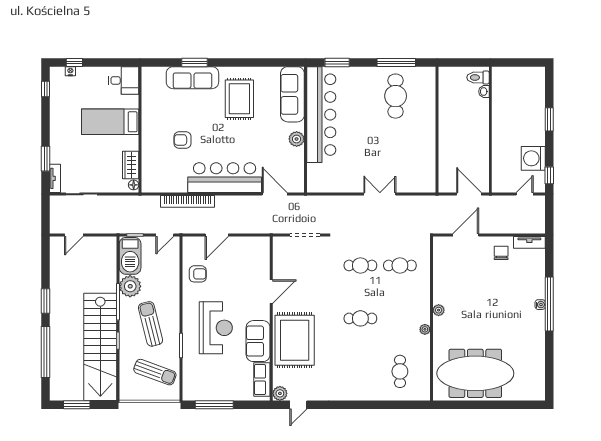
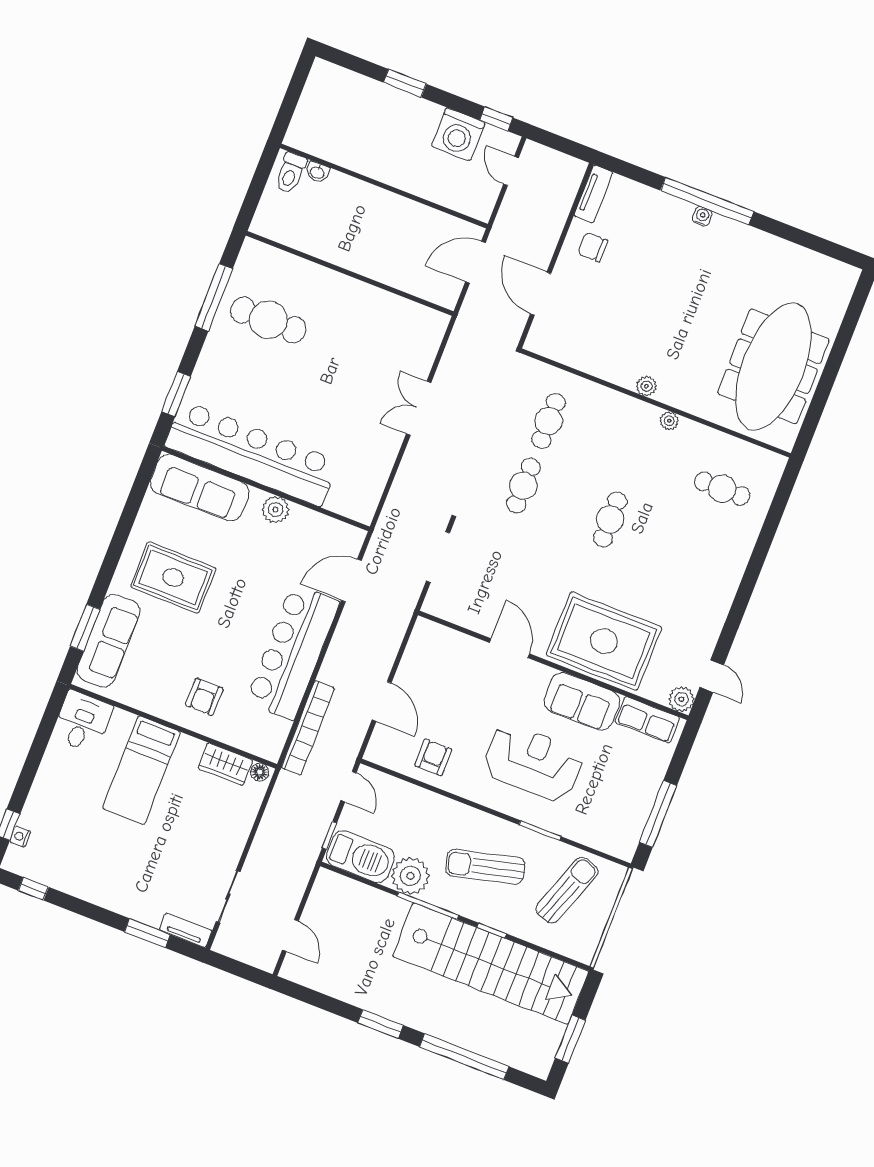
desk: (124, 80) -> (82, 722), moved
bed: (110, 122) -> (141, 770), moved
wall: (140, 130) -> (173, 726), moved
wardrobe: (131, 165) -> (225, 764), moved
floor lamp: (134, 185) -> (260, 772), moved

